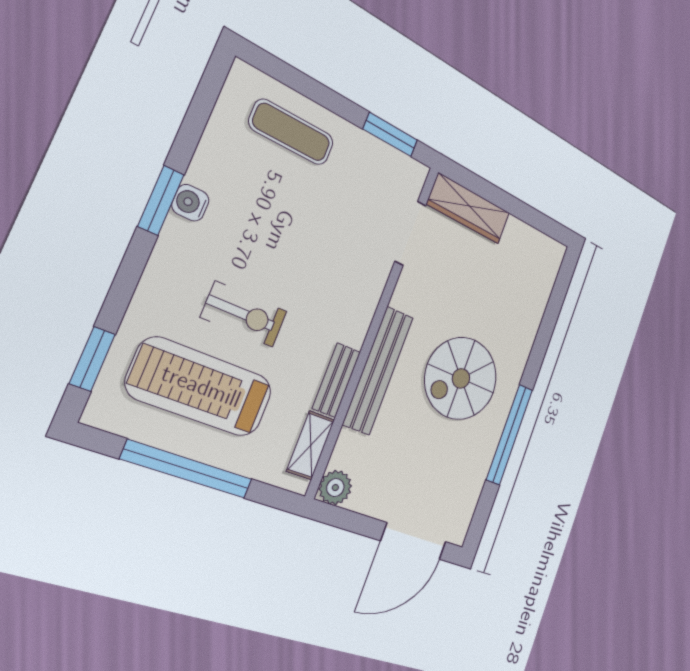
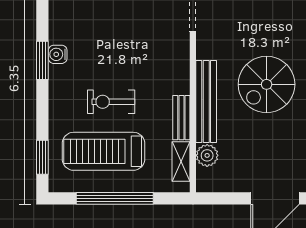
exercise bike: (244, 314) -> (111, 102), turned 180
plant: (335, 488) -> (207, 155), moved

